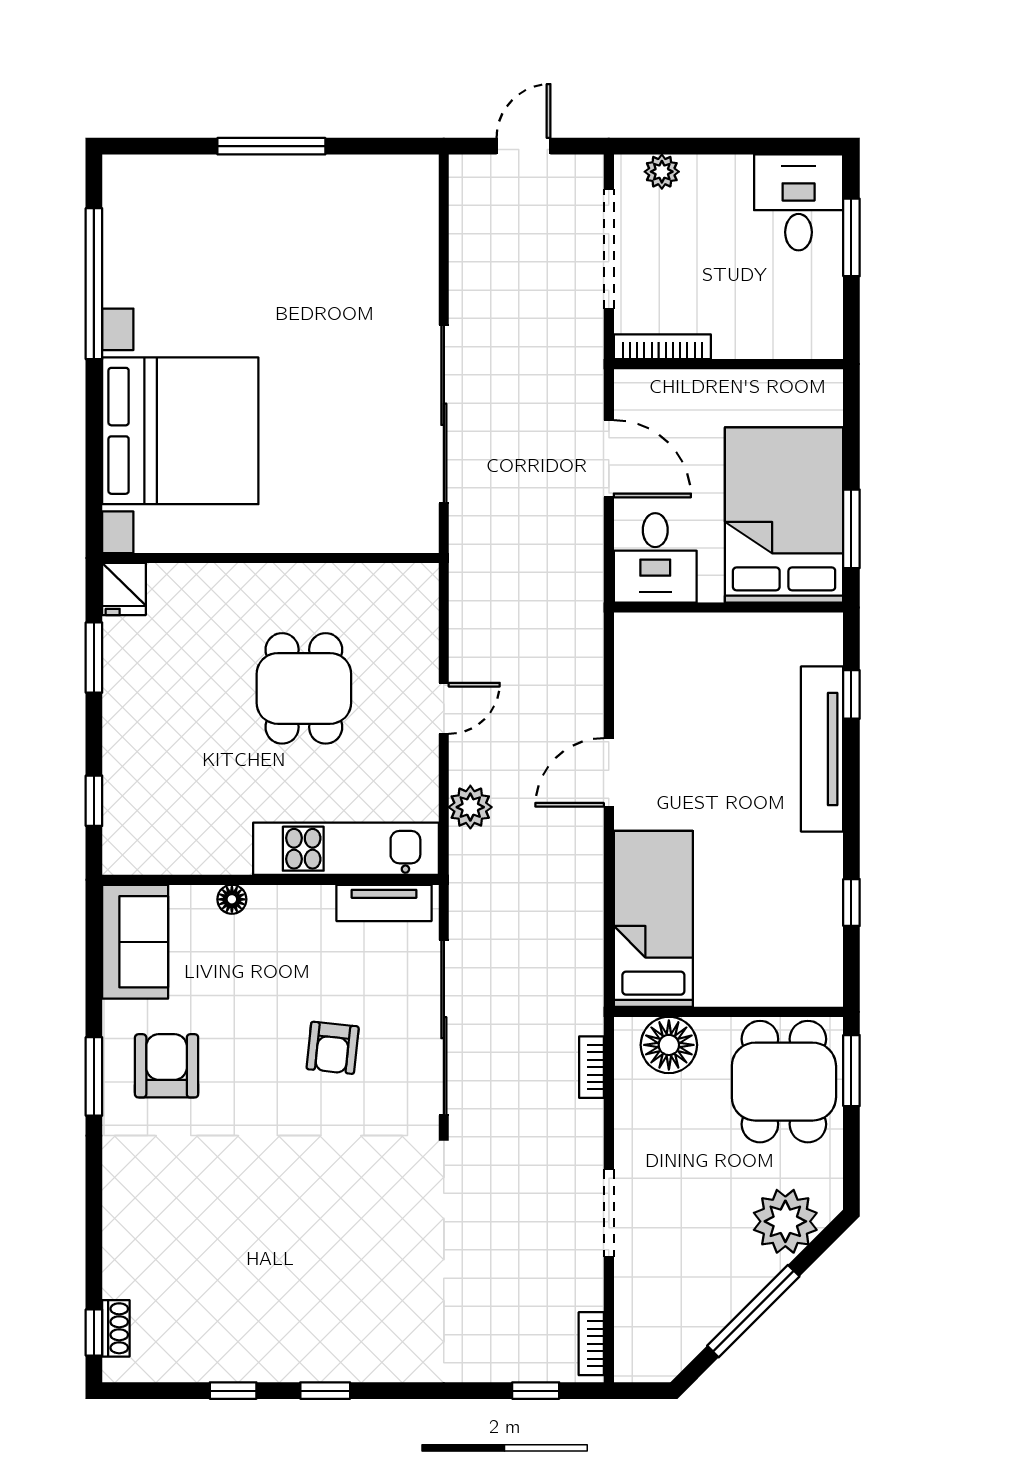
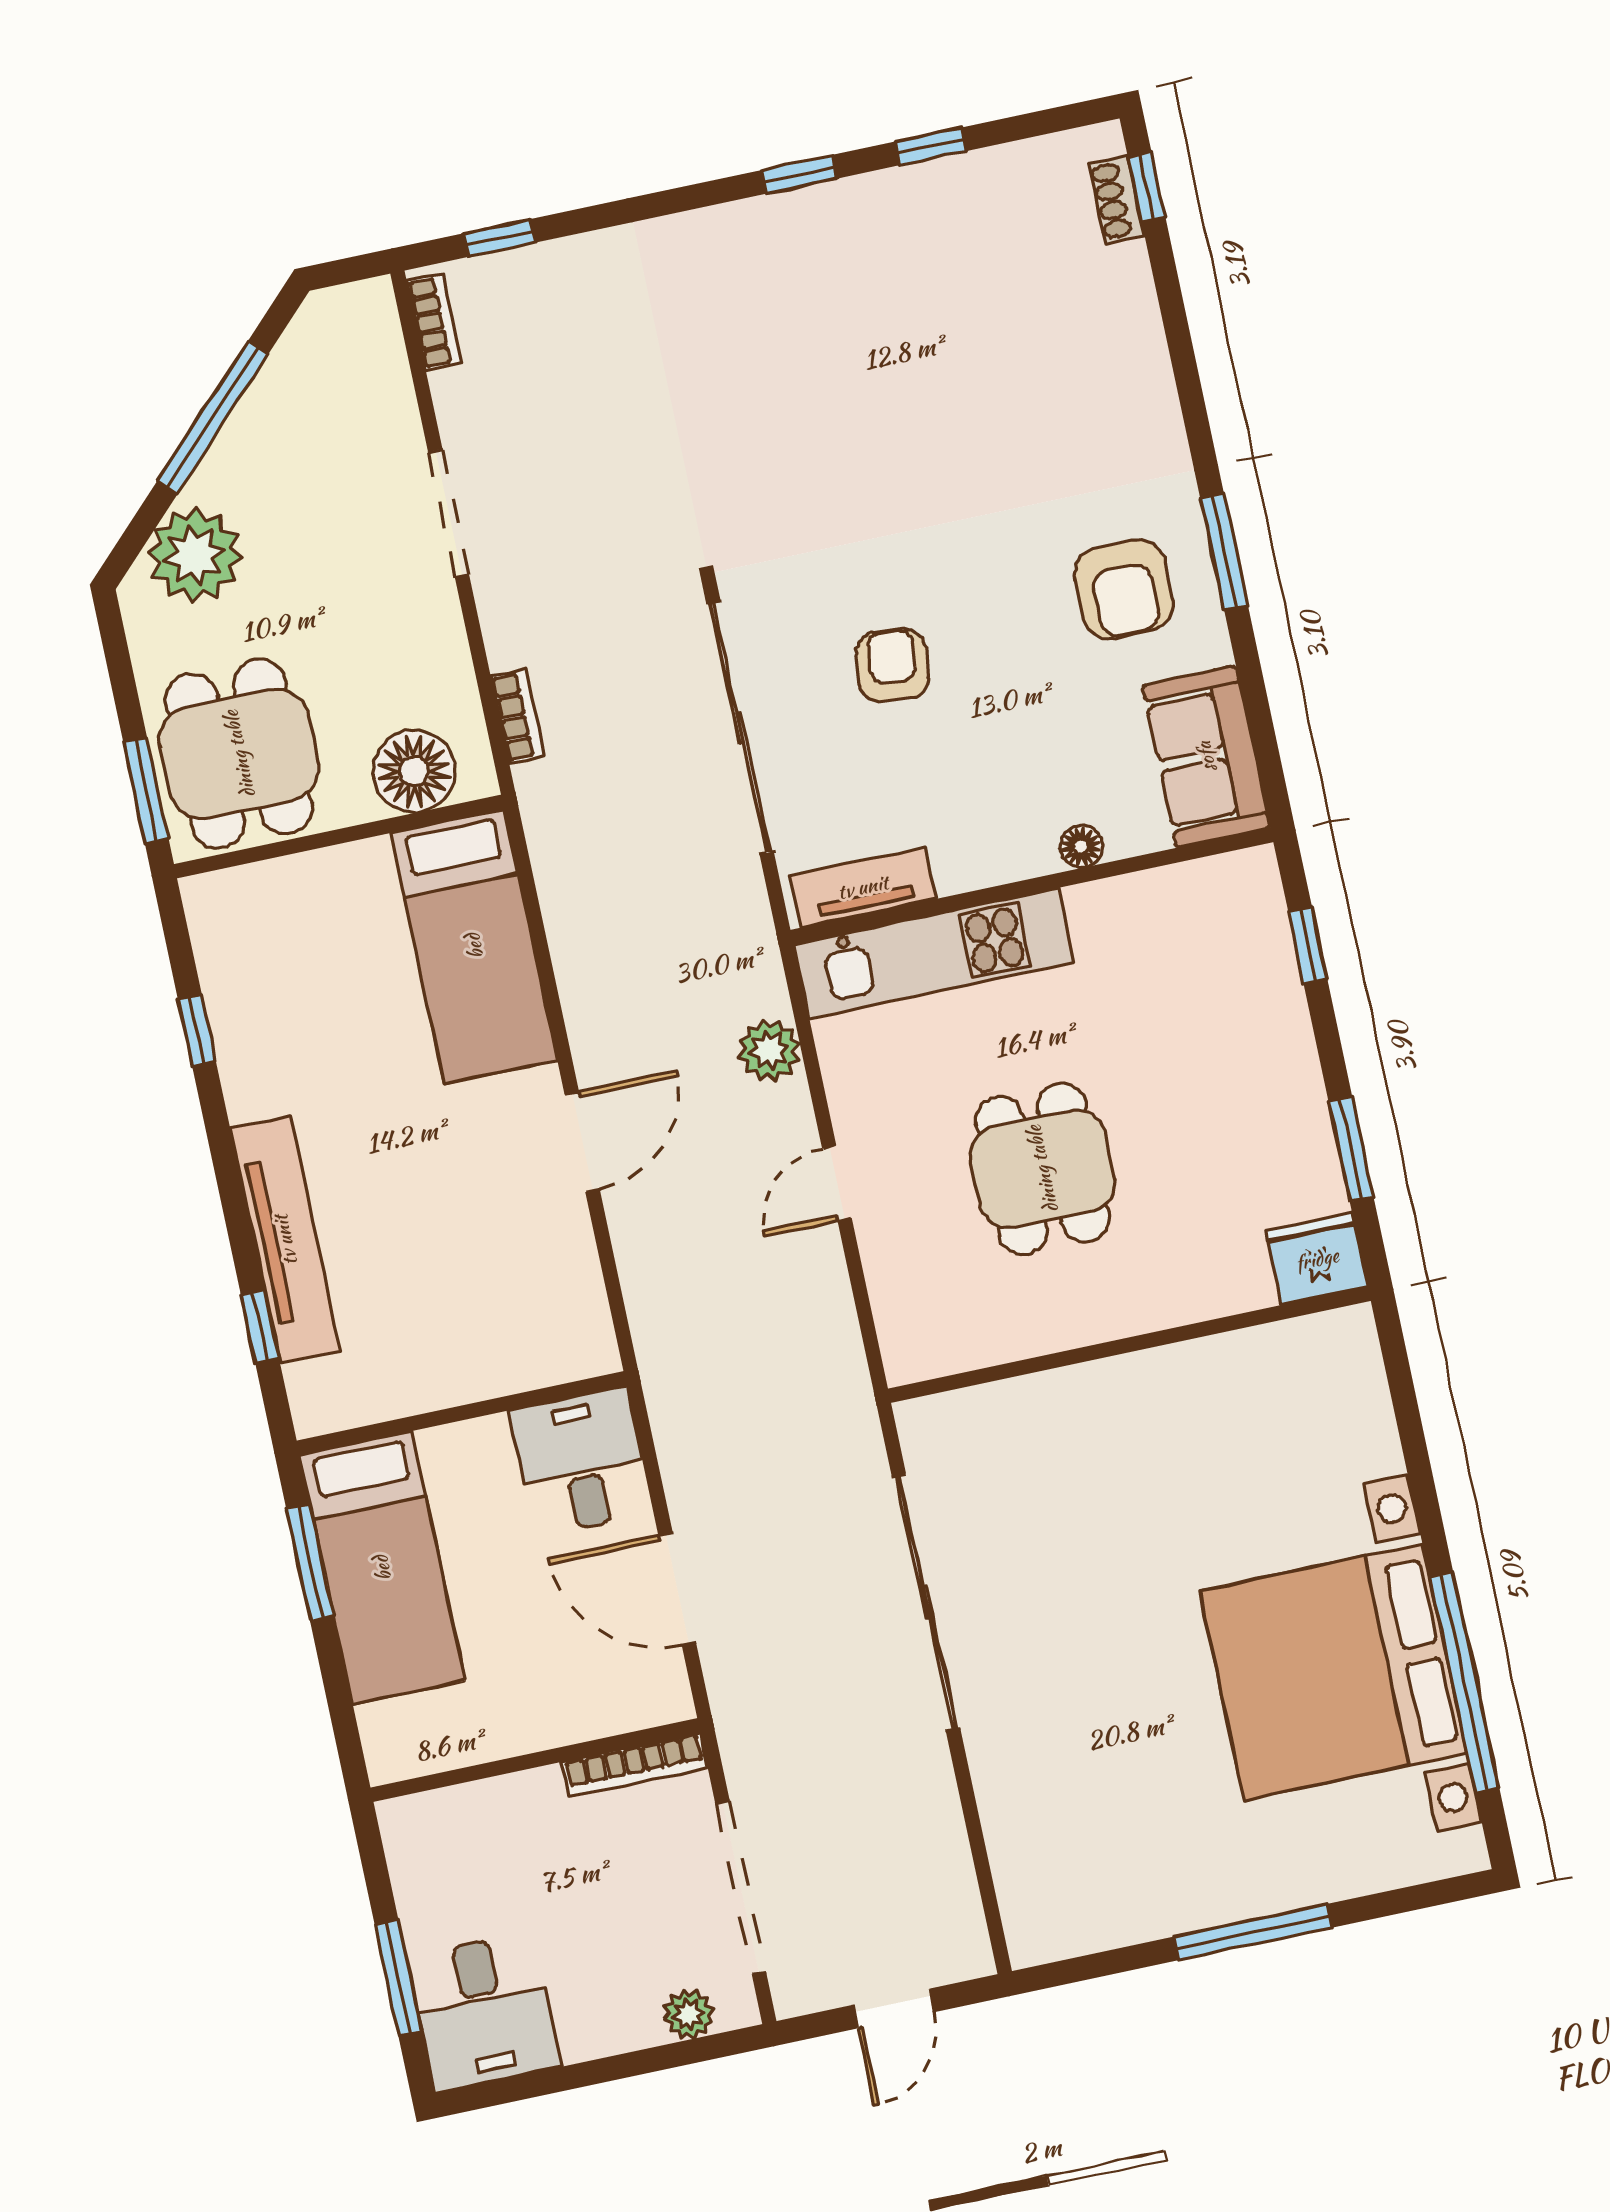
bed with nightstands: (180, 431) -> (1333, 1672), moved
bed: (784, 515) -> (382, 1568), width x0.67
fridge: (124, 589) -> (1317, 1259), width x1.38

